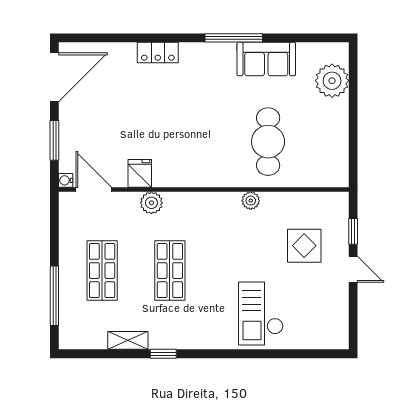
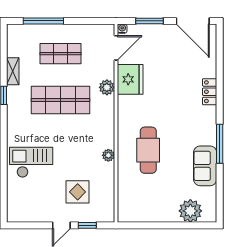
cafe table: (268, 142) -> (148, 150), moved, turned 90
fridge: (140, 173) -> (130, 79), width x1.88, depth x1.34
shop shelf: (170, 271) -> (61, 100), width x1.43, depth x1.36

